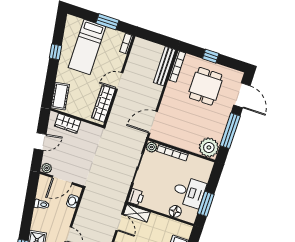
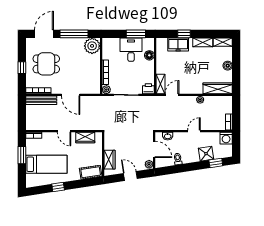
wardrobe: (103, 104) -> (85, 137), width x0.67
door: (153, 122) -> (71, 95), moved

